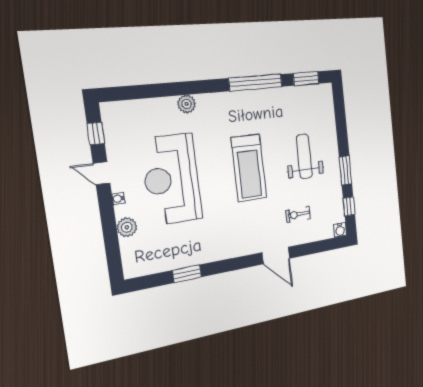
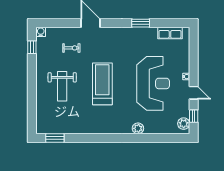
window: (256, 83) -> (91, 138), removed
window: (345, 170) -> (32, 73), removed
plant: (127, 227) -> (184, 124), moved
row of seats: (155, 264) -> (170, 33), added
window: (187, 274) -> (141, 23), moved

